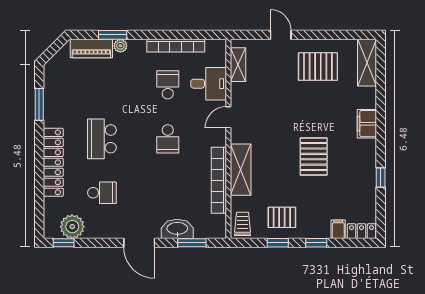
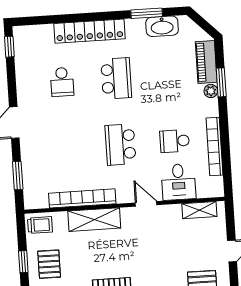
school desk: (168, 85) -> (175, 141), turned 180
school desk: (102, 139) -> (116, 78), turned 90
school desk: (168, 139) -> (120, 145), width x1.85
plant: (72, 227) -> (26, 54), removed
washbasin: (177, 229) -> (162, 26), moved, turned 90

